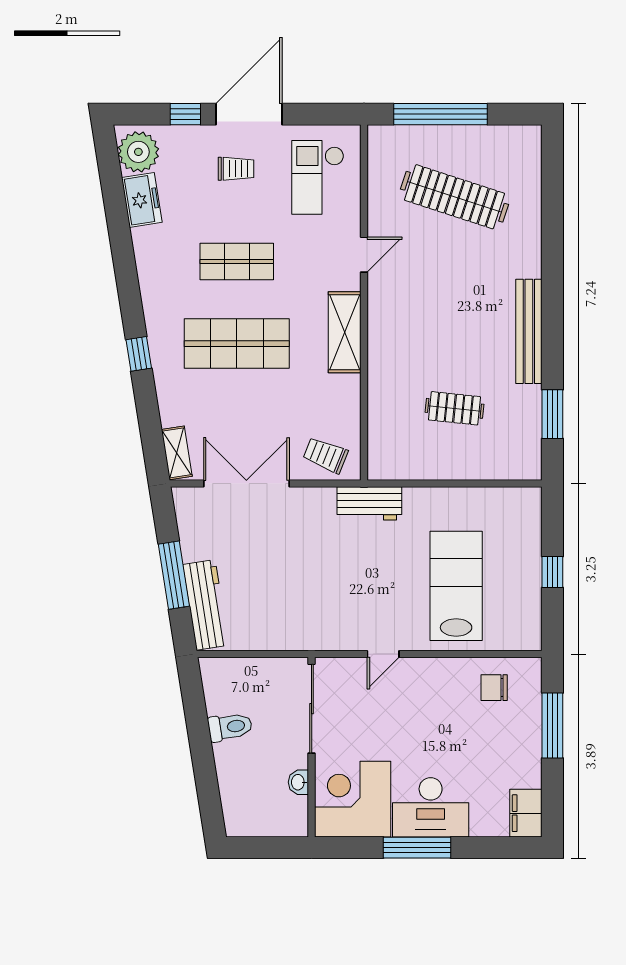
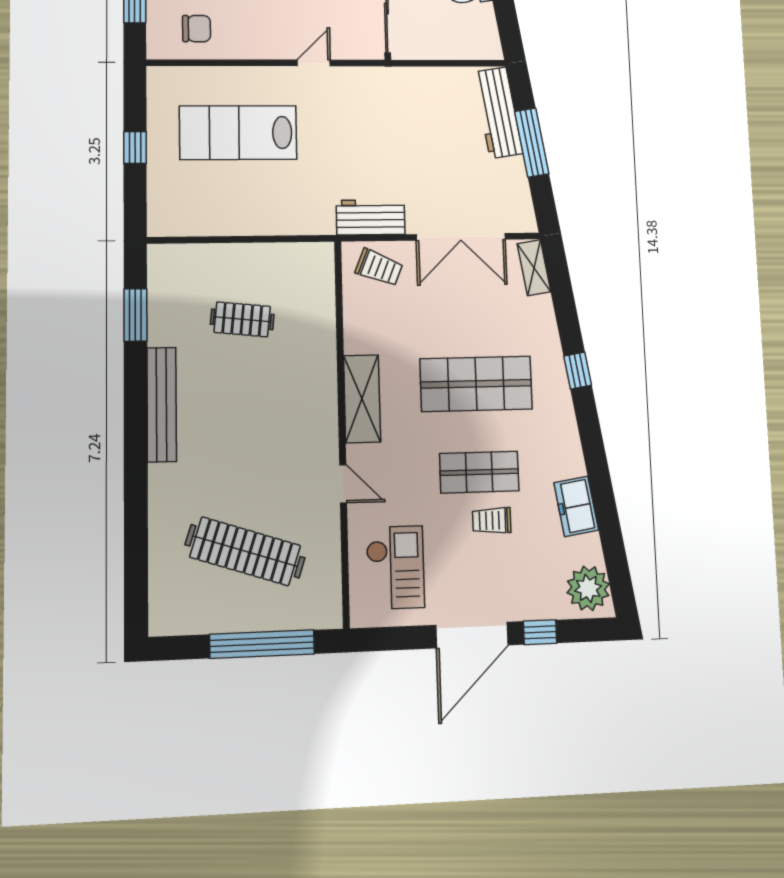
trolley: (236, 169) -> (492, 521), moved
freezer: (142, 200) -> (576, 506), moved
door: (364, 255) -> (343, 484), swing flipped
workbench: (369, 503) -> (371, 217), moved
lab bench: (456, 586) -> (238, 133), turned 90

